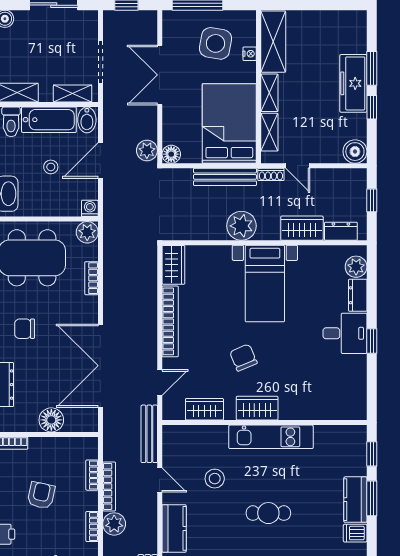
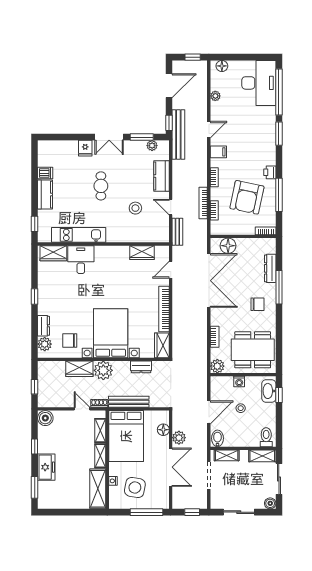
window: (372, 68) -> (35, 487), moved
freezer: (353, 83) -> (46, 467), width x0.71
bathtub: (49, 120) -> (242, 439), removed
plant: (147, 151) -> (179, 438), moved
floor lamp: (171, 154) -> (163, 430), moved
washing machine: (90, 208) -> (239, 382), moved
plant: (241, 226) -> (103, 370), moved
dresser: (341, 231) -> (141, 367), moved
bed with nightstands: (265, 284) -> (111, 333), width x1.36
desk: (345, 333) -> (81, 260), moved, turned 90
chair: (243, 358) -> (70, 340), moved, turned 113
wardrobe: (257, 408) -> (53, 253), moved
floor lamp: (51, 420) -> (228, 246), moved
bench: (149, 434) -> (177, 232), width x0.73
kitchen unit: (271, 437) -> (79, 235), moved
armchair: (41, 495) -> (247, 197), width x1.88, depth x1.88
window: (372, 498) -> (35, 195), removed
cafe table: (268, 513) -> (101, 186), turned 90
plant: (114, 524) -> (200, 179), removed

